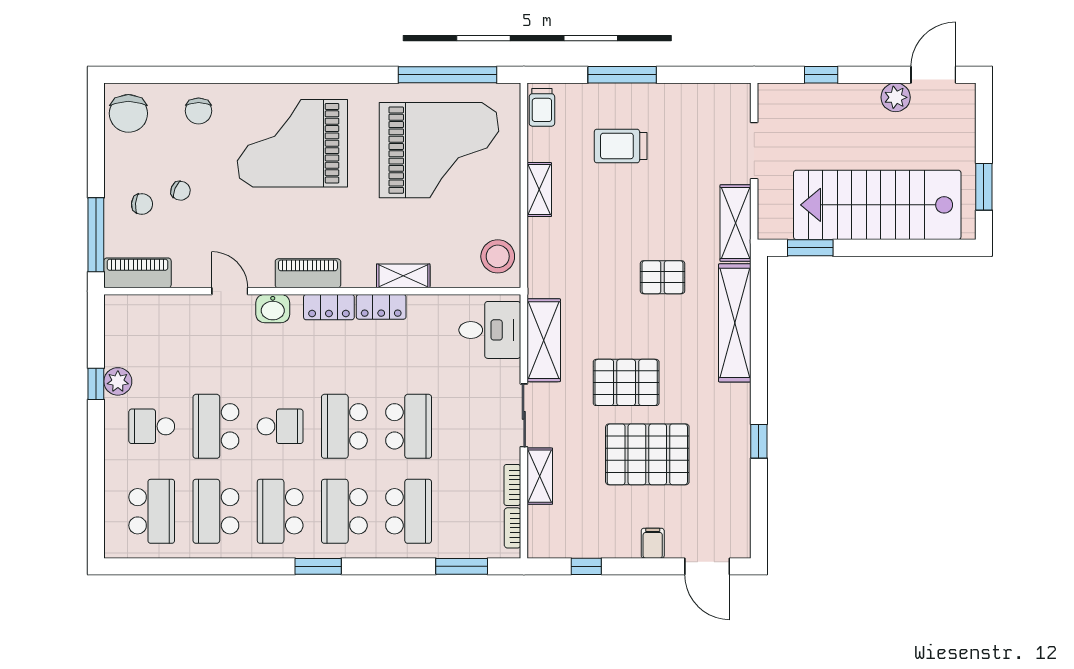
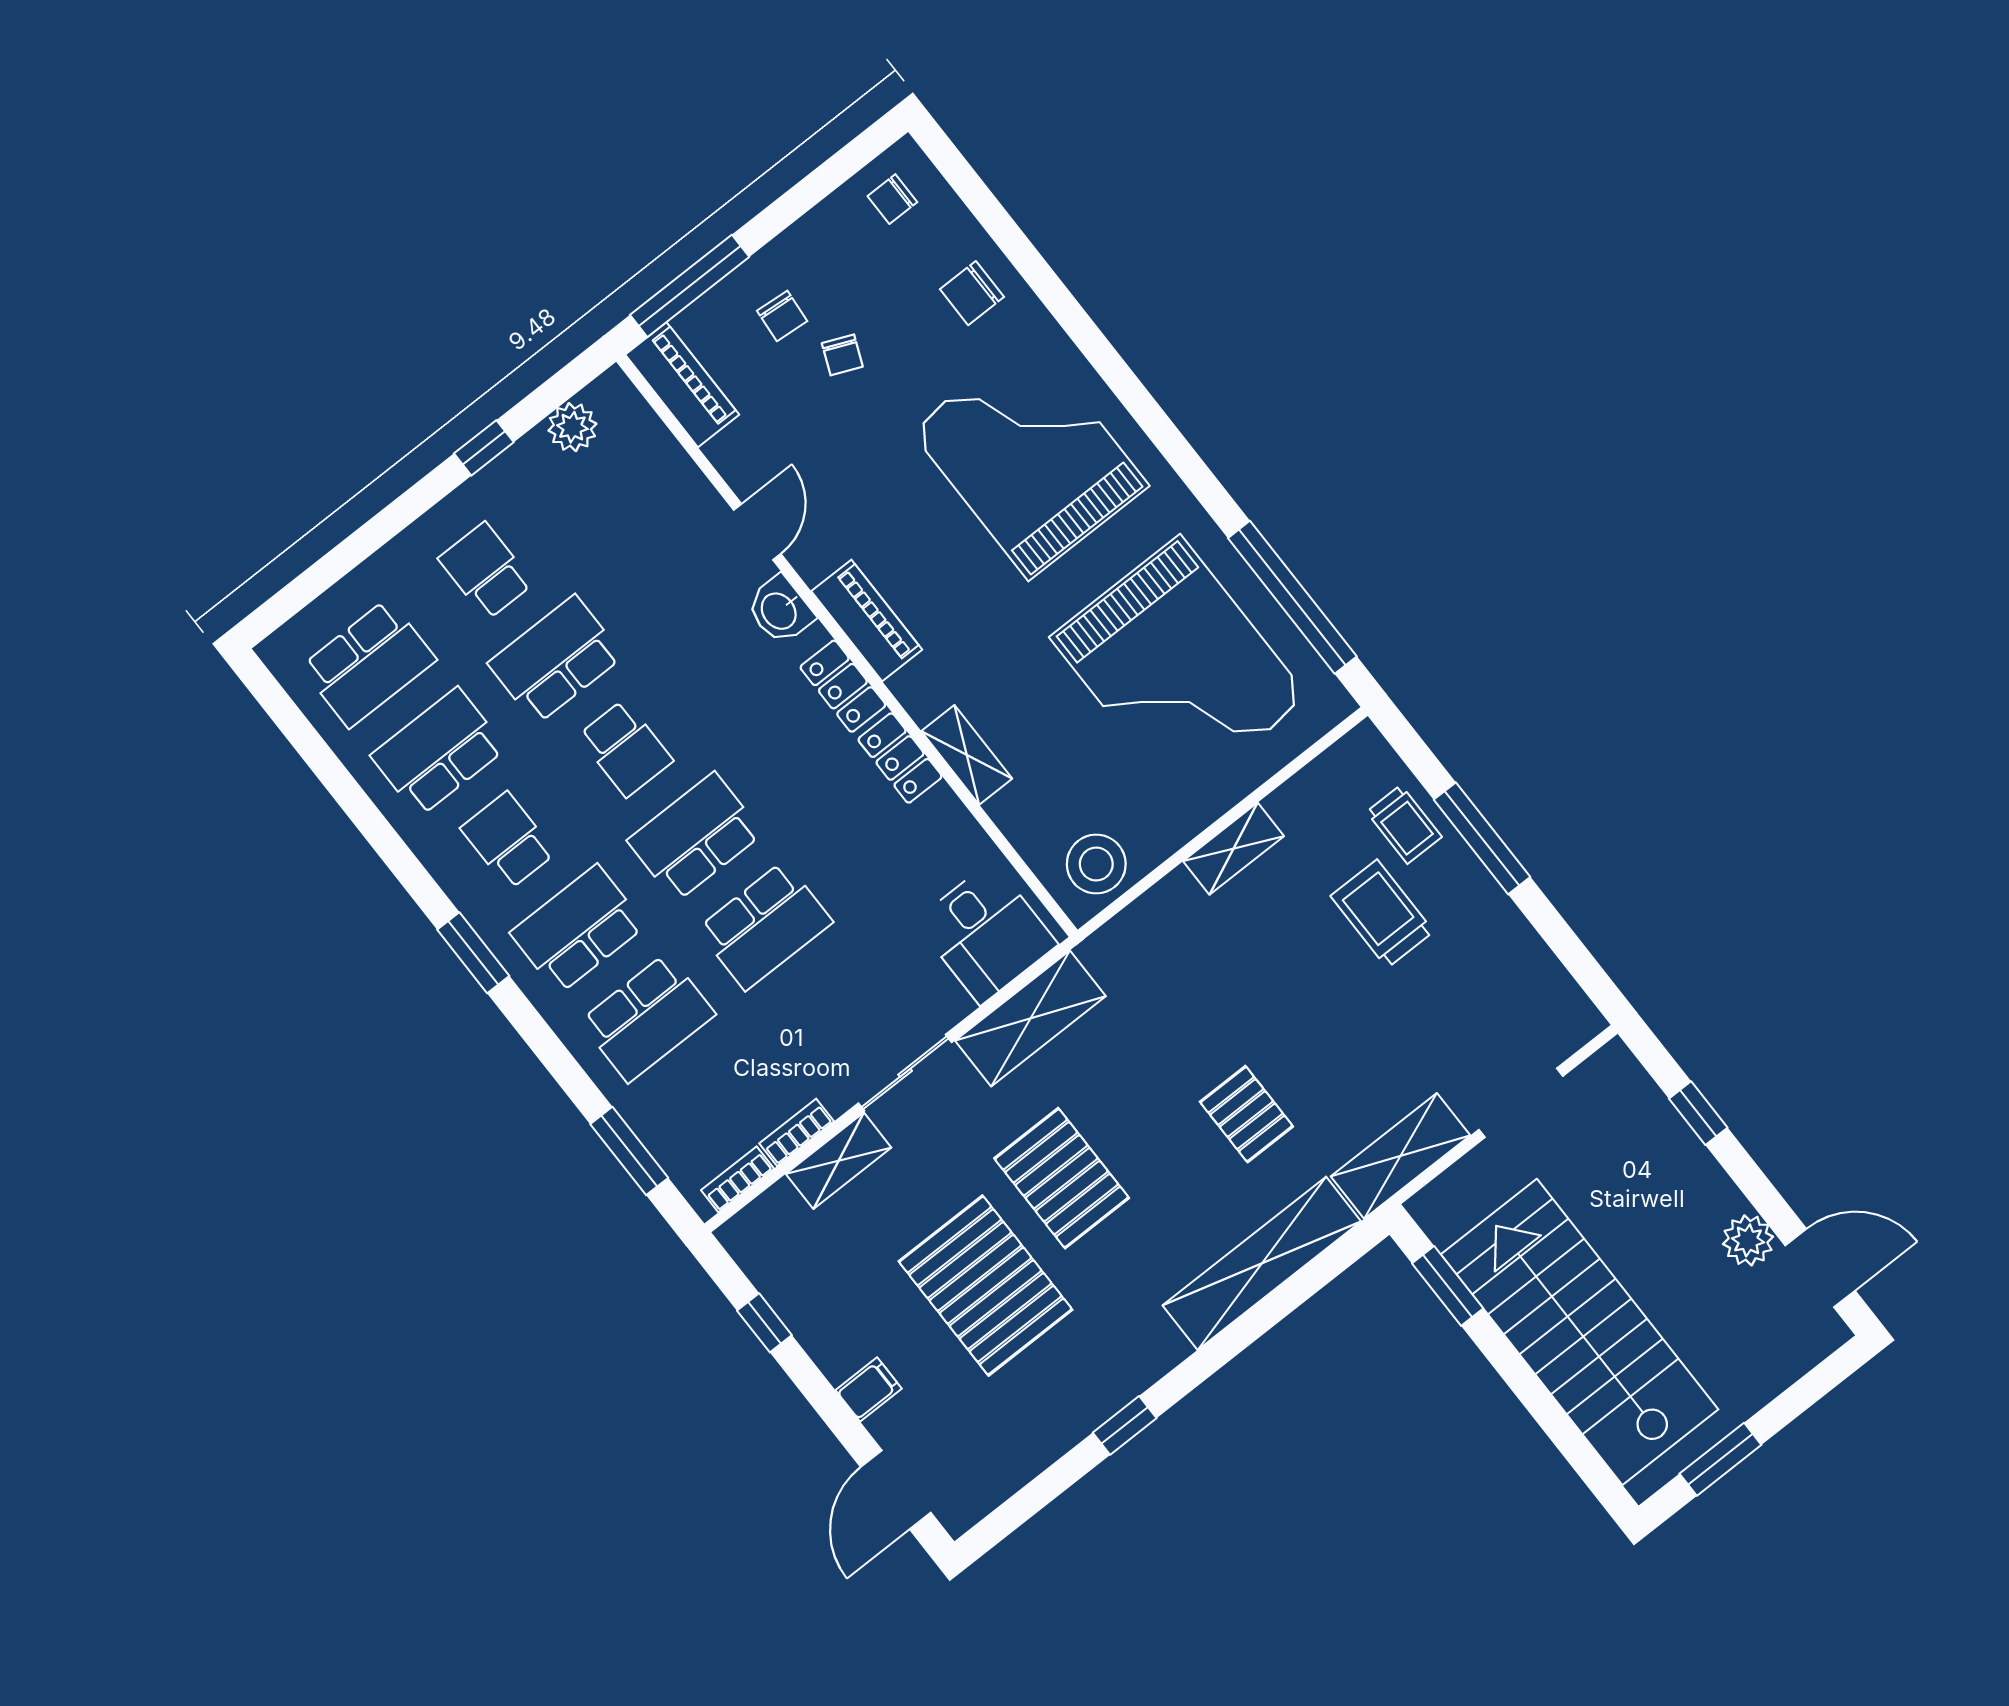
trolley: (542, 107) -> (1404, 824), moved, turned -90
chair: (128, 113) -> (892, 199), width x0.54, depth x0.54
plant: (118, 381) -> (572, 427), moved
school desk: (280, 511) -> (508, 841), width x0.54

